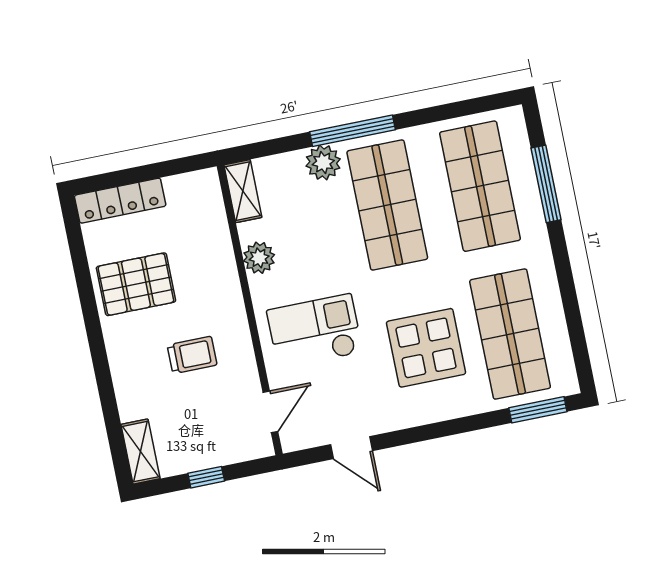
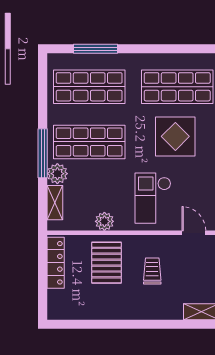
shelving: (243, 191) -> (55, 203), moved, turned 90
locker: (120, 201) -> (56, 263), moved
pallet: (136, 284) -> (107, 263), moved

